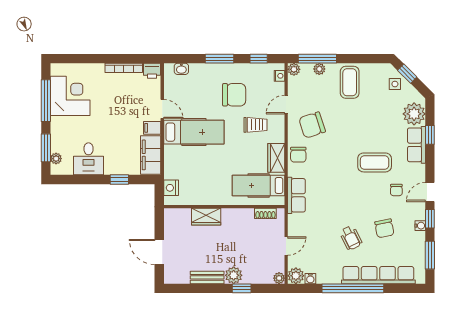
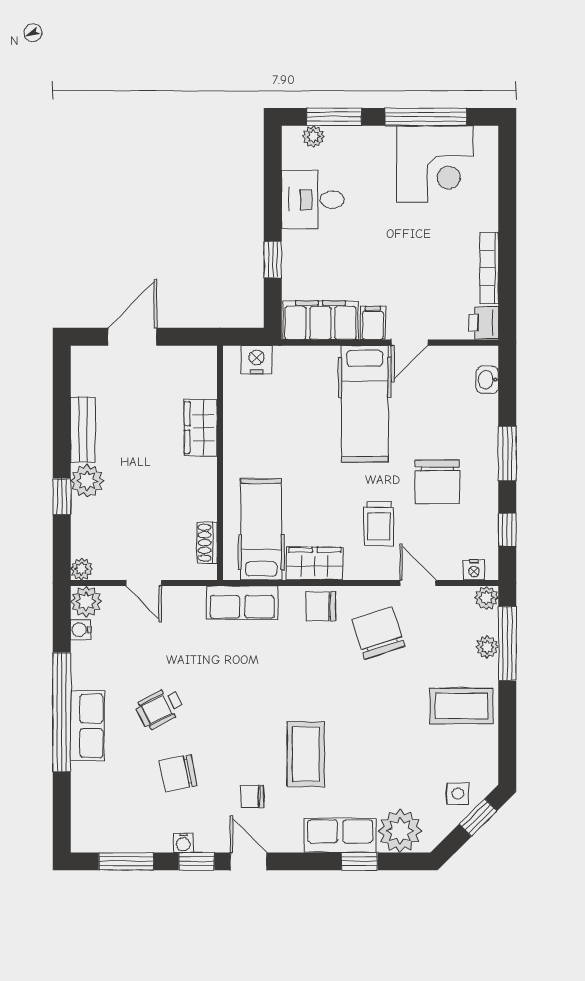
row of seats: (378, 275) -> (87, 726), width x0.50

